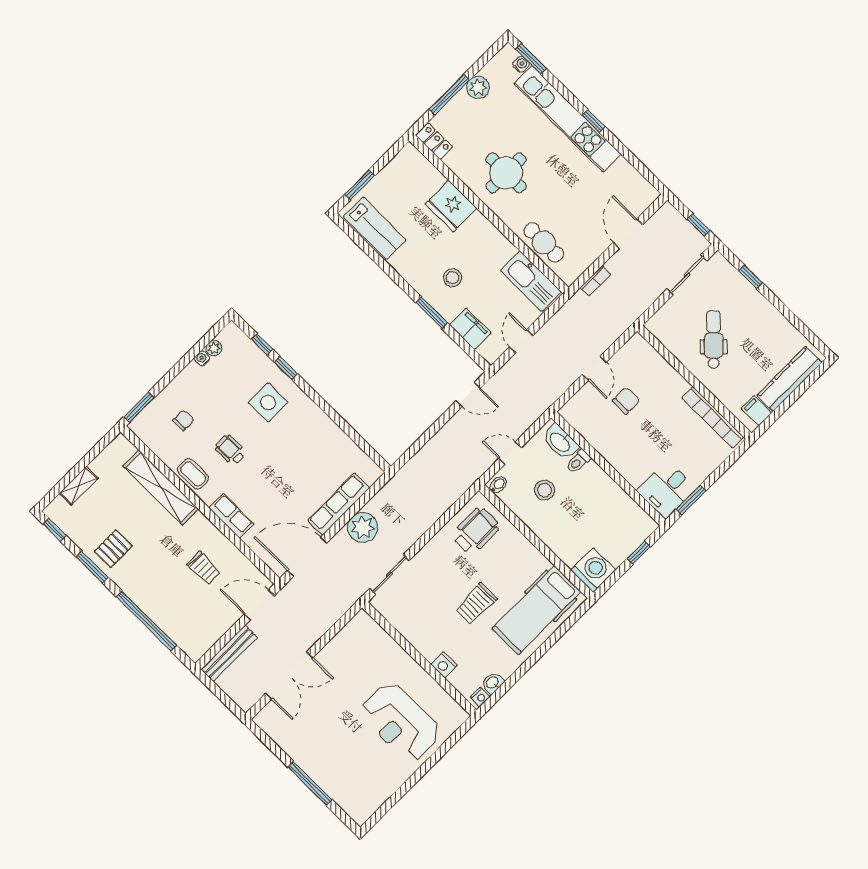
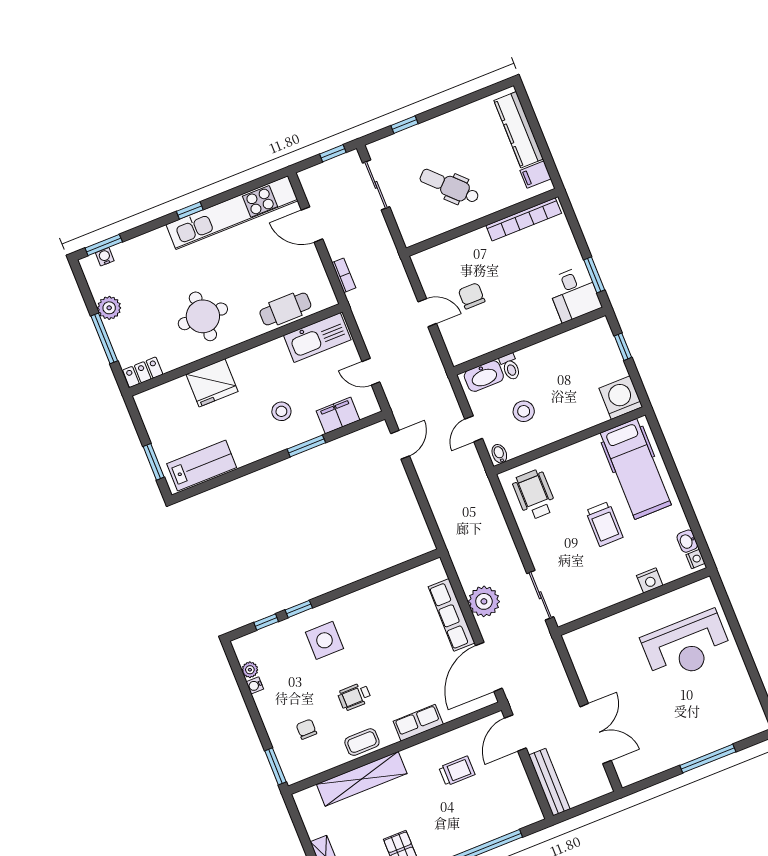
kitchen unit: (567, 119) -> (232, 213), moved

